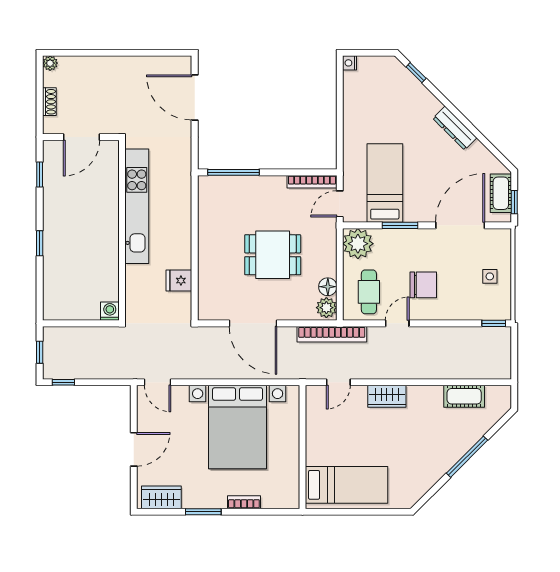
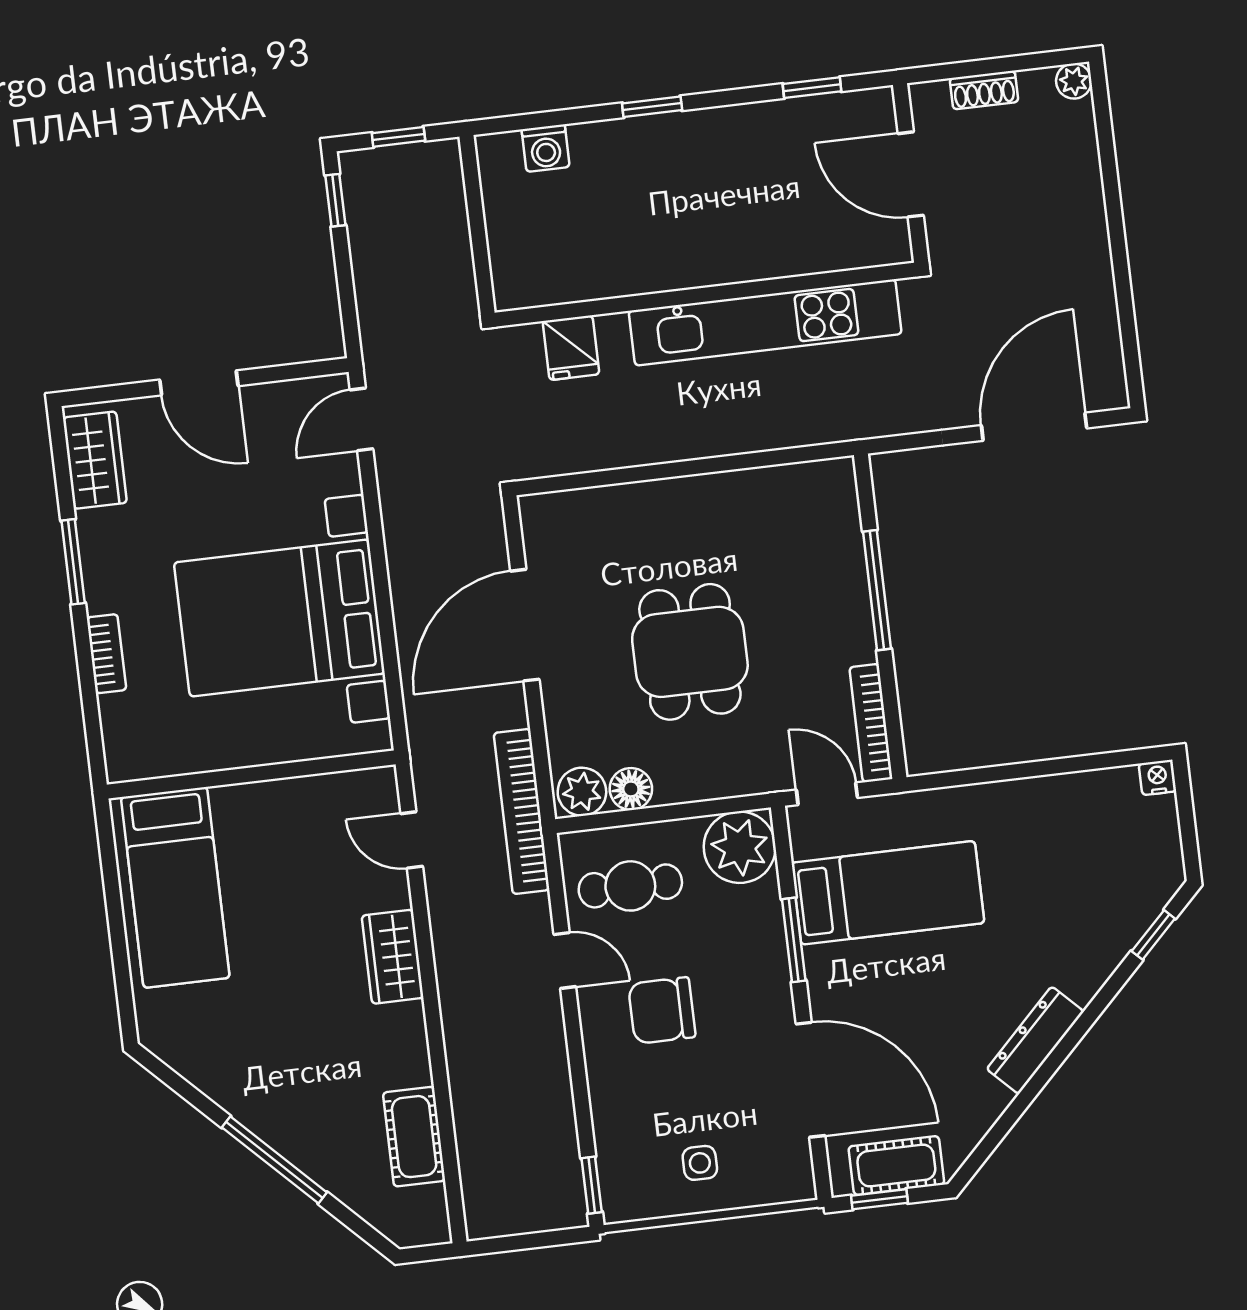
window: (234, 172) -> (877, 590), moved
fridge: (179, 281) -> (571, 348), moved, turned 180
chair: (423, 285) -> (662, 1010), turned 90
washing machine: (110, 311) -> (546, 148), moved, turned 90

